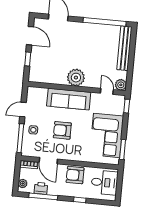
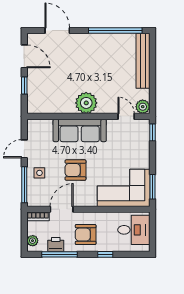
corner sofa: (107, 135) -> (124, 188), moved, turned 90
door: (48, 161) -> (62, 209), swing flipped
armchair: (75, 175) -> (86, 235), moved

